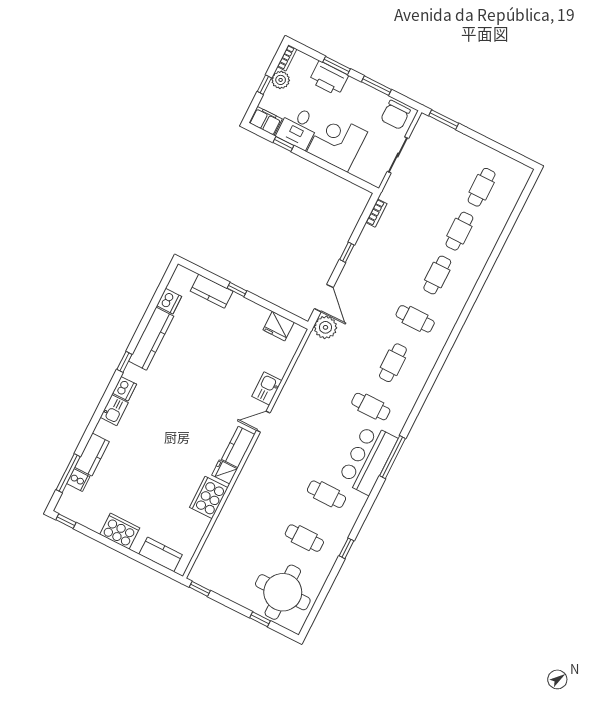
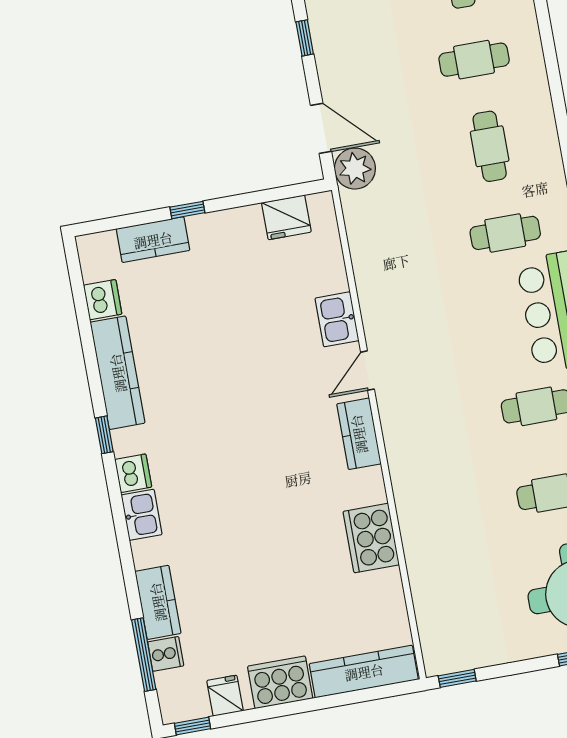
fridge: (225, 472) -> (225, 696), moved, turned 90
kitchen counter: (161, 554) -> (364, 672), width x1.50

